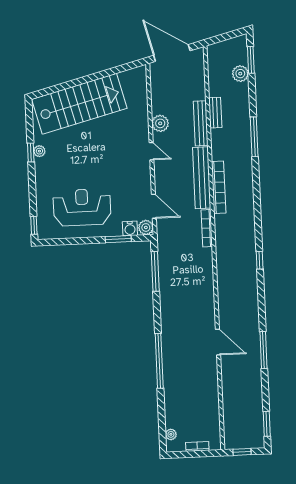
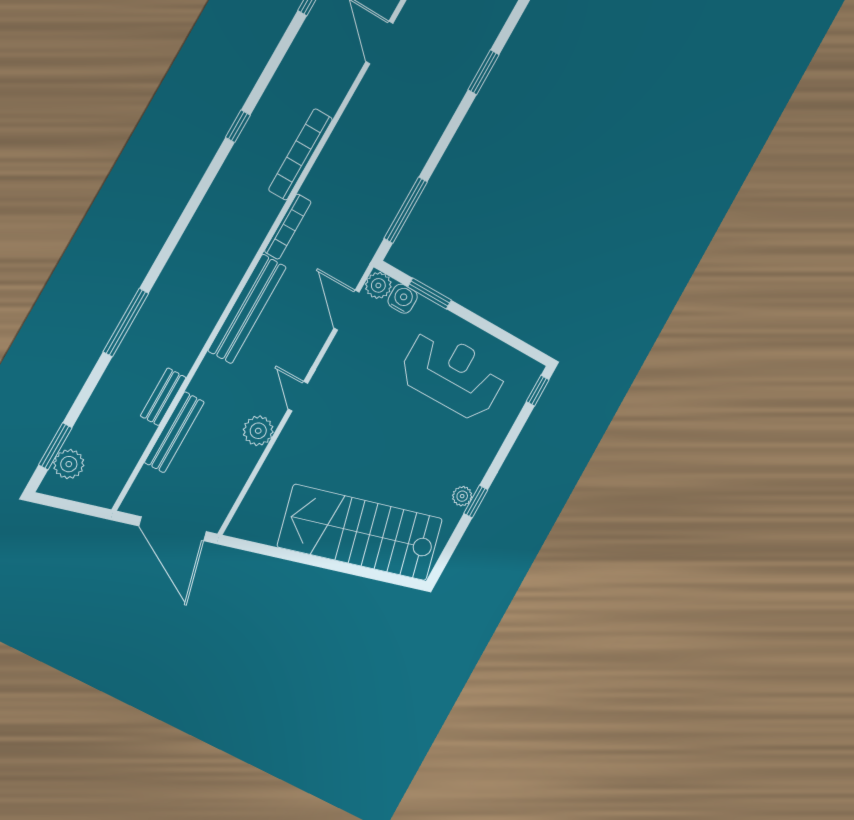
plant: (240, 74) -> (69, 464), moved
bench: (201, 123) -> (174, 432), moved
bookcase: (219, 187) -> (301, 154), moved
reception desk: (82, 207) -> (453, 374), turned 180
window: (159, 361) -> (483, 72), width x0.47

